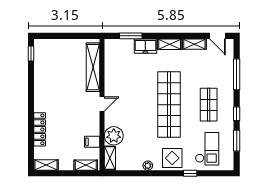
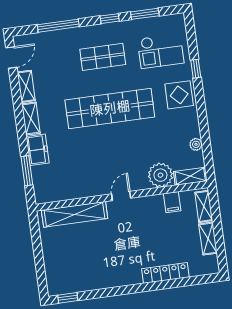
door: (102, 104) -> (121, 196), hinge flipped
checkout: (207, 149) -> (161, 51), turned 180
shelving: (46, 165) -> (208, 239), moved
plant: (148, 166) -> (196, 144), moved

